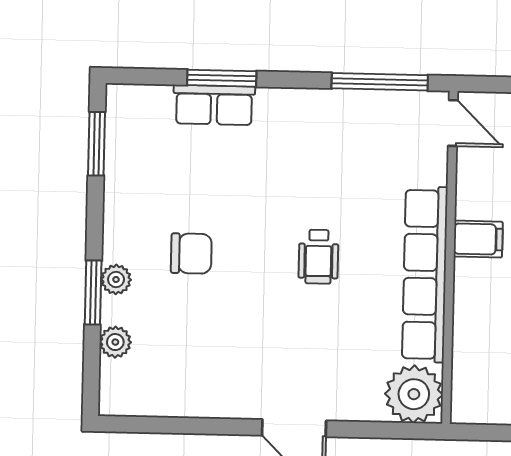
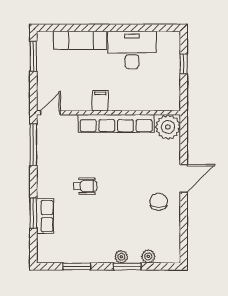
window: (97, 144) -> (77, 266), moved
chair: (191, 253) -> (159, 202), moved
wheelchair: (318, 257) -> (85, 186), moved

